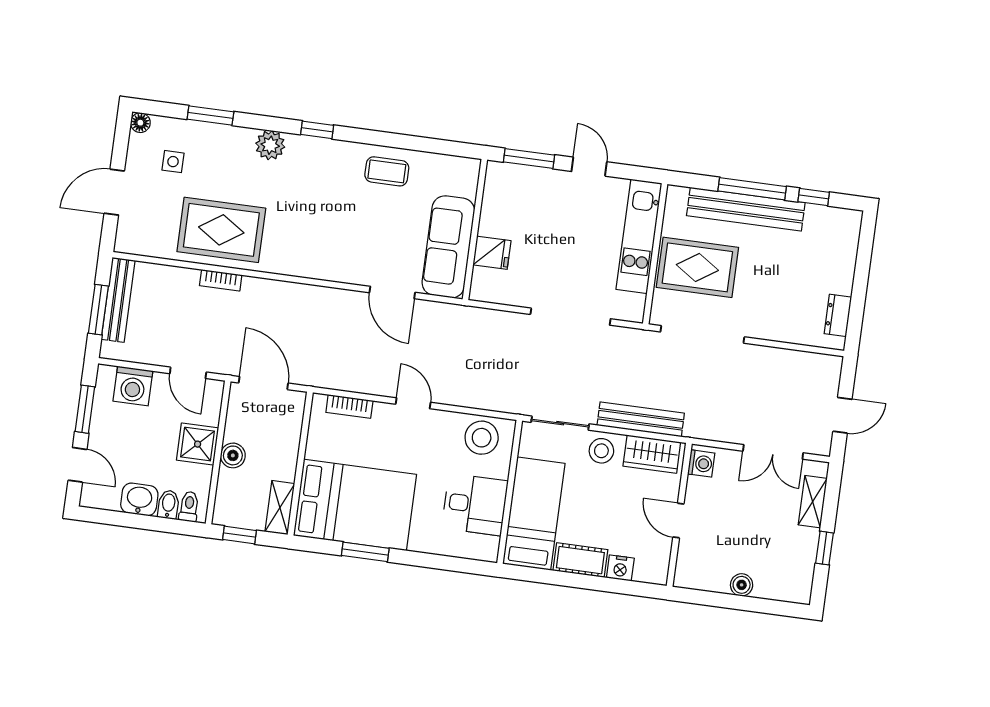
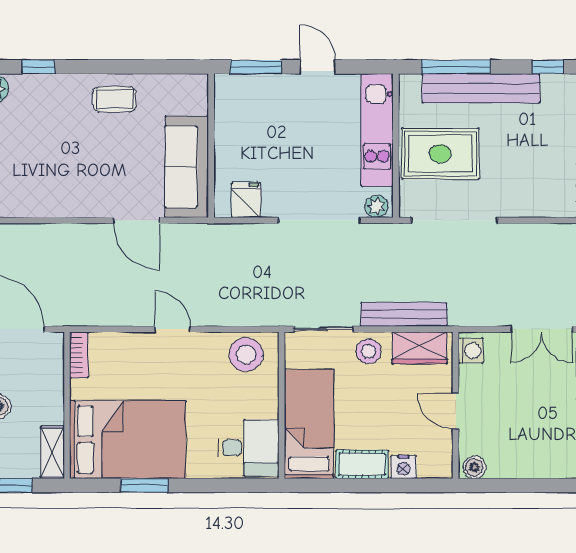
window: (752, 189) -> (456, 67), moved
fridge: (492, 253) -> (246, 200), moved, turned -90
plant: (628, 310) -> (377, 206), added
bookcase: (349, 406) -> (79, 355), moved, turned -90
desk: (475, 505) -> (248, 448), moved
boiler: (742, 585) -> (474, 467), moved

